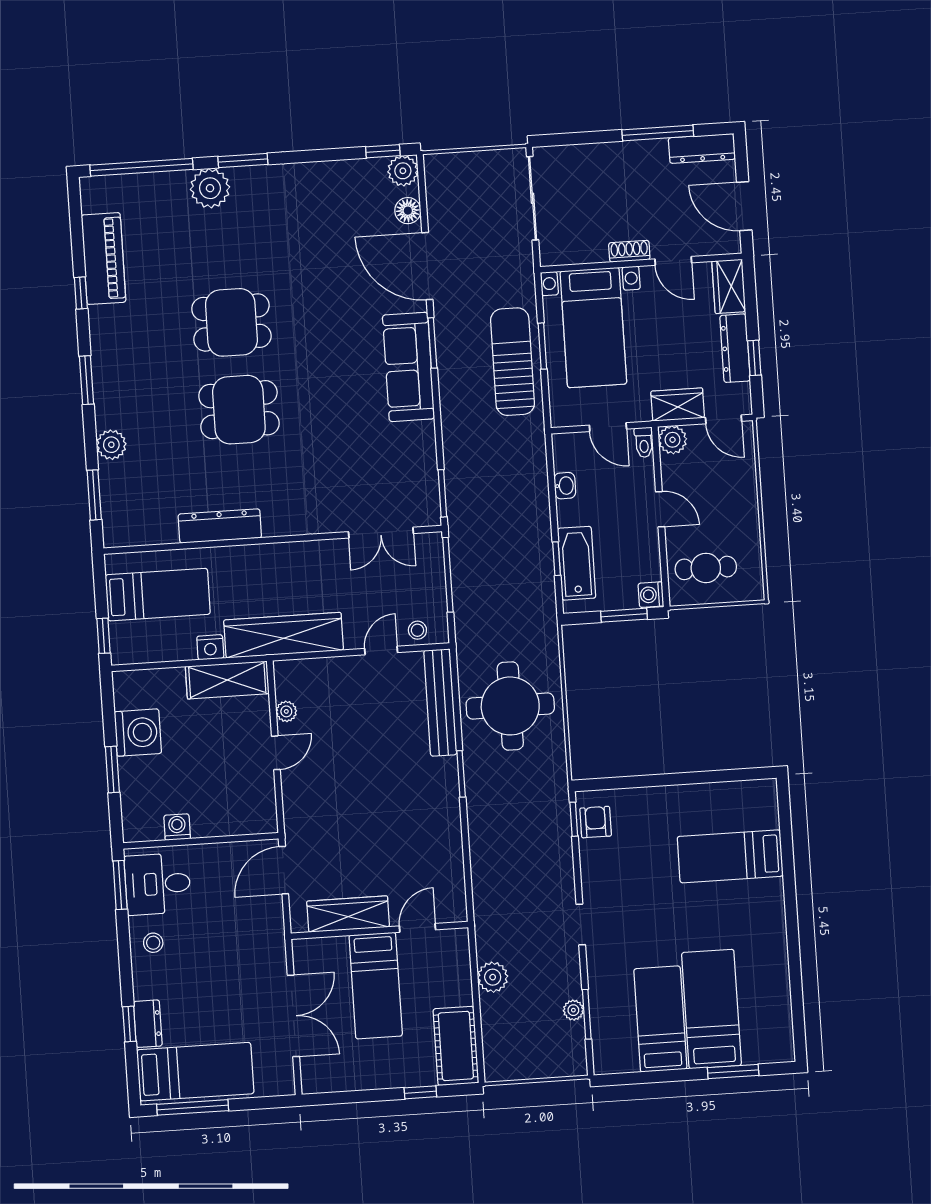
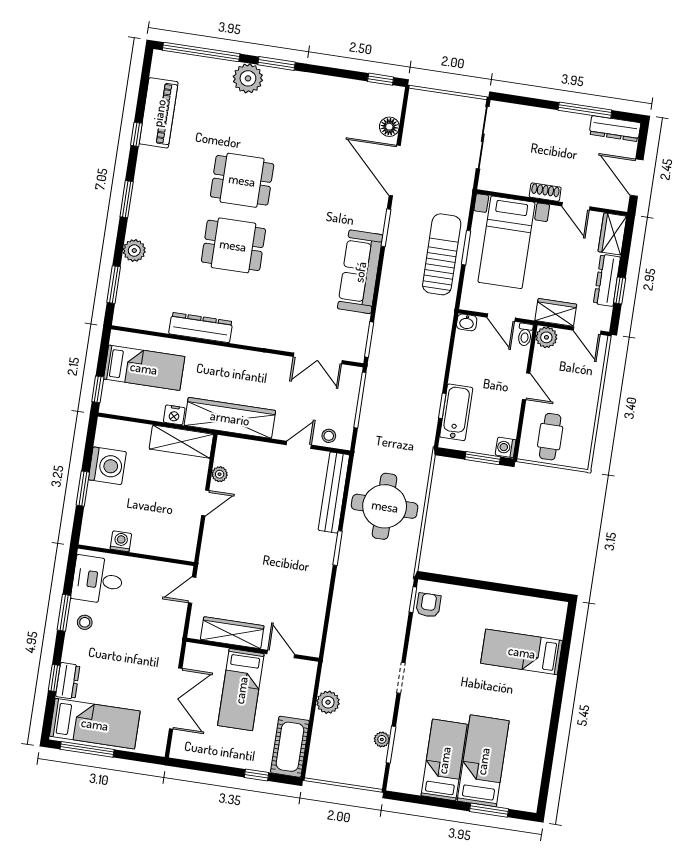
plant: (403, 171) -> (392, 97), removed
sofa: (408, 367) -> (360, 272), moved
washbasin: (565, 486) -> (467, 322), moved, turned 90
cafe table: (706, 568) -> (550, 437), turned 90
door: (284, 870) -> (192, 590), width x0.73
window: (120, 885) -> (64, 613), moved
door: (417, 928) -> (281, 654), hinge flipped

